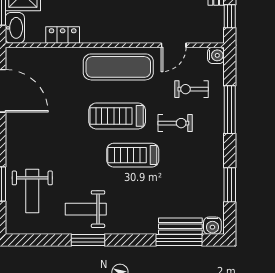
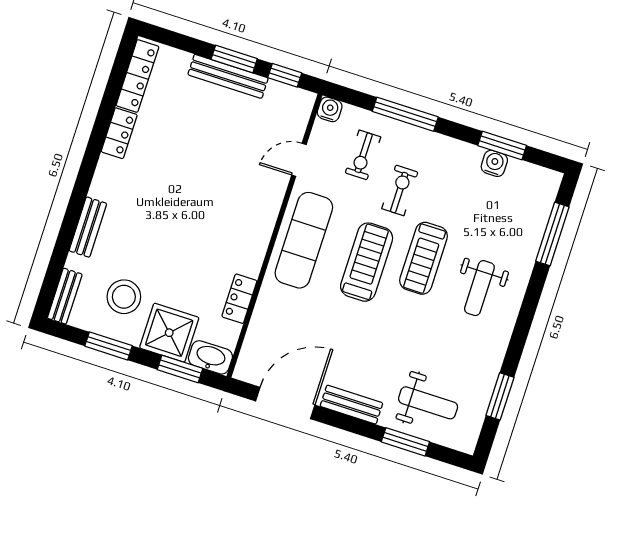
door: (174, 45) -> (299, 160), swing flipped
treadmill: (117, 116) -> (367, 262), turned 180
weight bench: (86, 209) -> (479, 288), moved
bench: (180, 226) -> (351, 405), moved, turned 90
water cooler: (212, 226) -> (494, 163), moved, turned -90
window: (88, 240) -> (500, 396), moved

